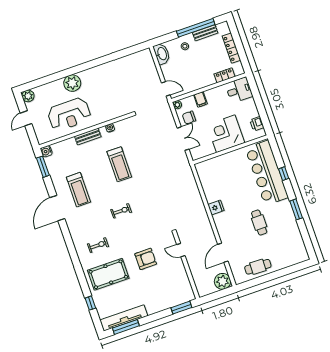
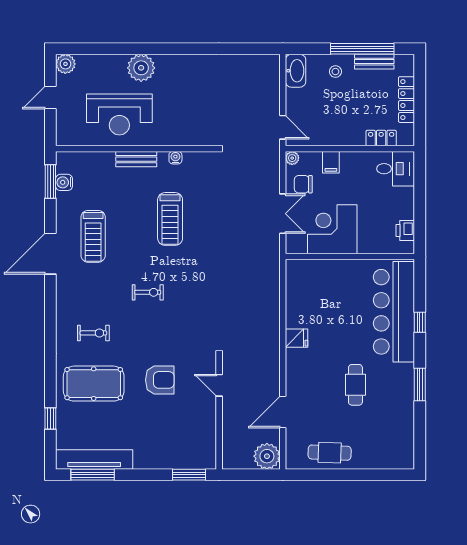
corner desk: (226, 134) -> (332, 229), moved
water cooler: (46, 151) -> (64, 182), moved

